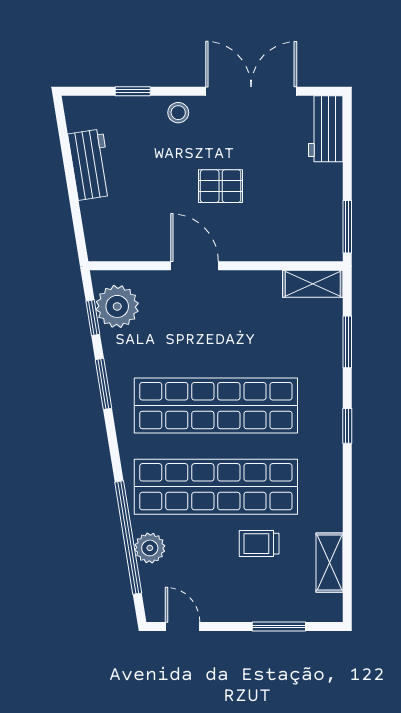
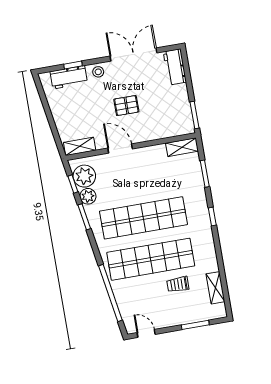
workbench: (90, 165) -> (69, 77), moved, turned 99
shelving: (118, 248) -> (80, 146), added
plant: (150, 548) -> (88, 196), moved

